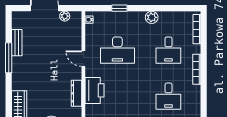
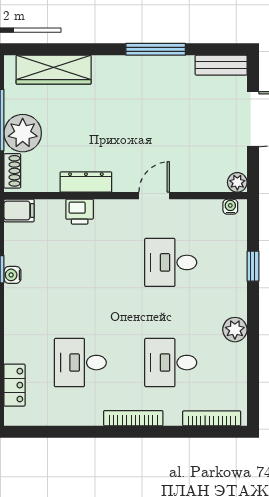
plant: (65, 16) -> (237, 182), moved
bench: (17, 43) -> (221, 65), moved
desk: (117, 50) -> (171, 262), width x0.73
printer: (95, 90) -> (80, 212), width x0.53, depth x0.68

